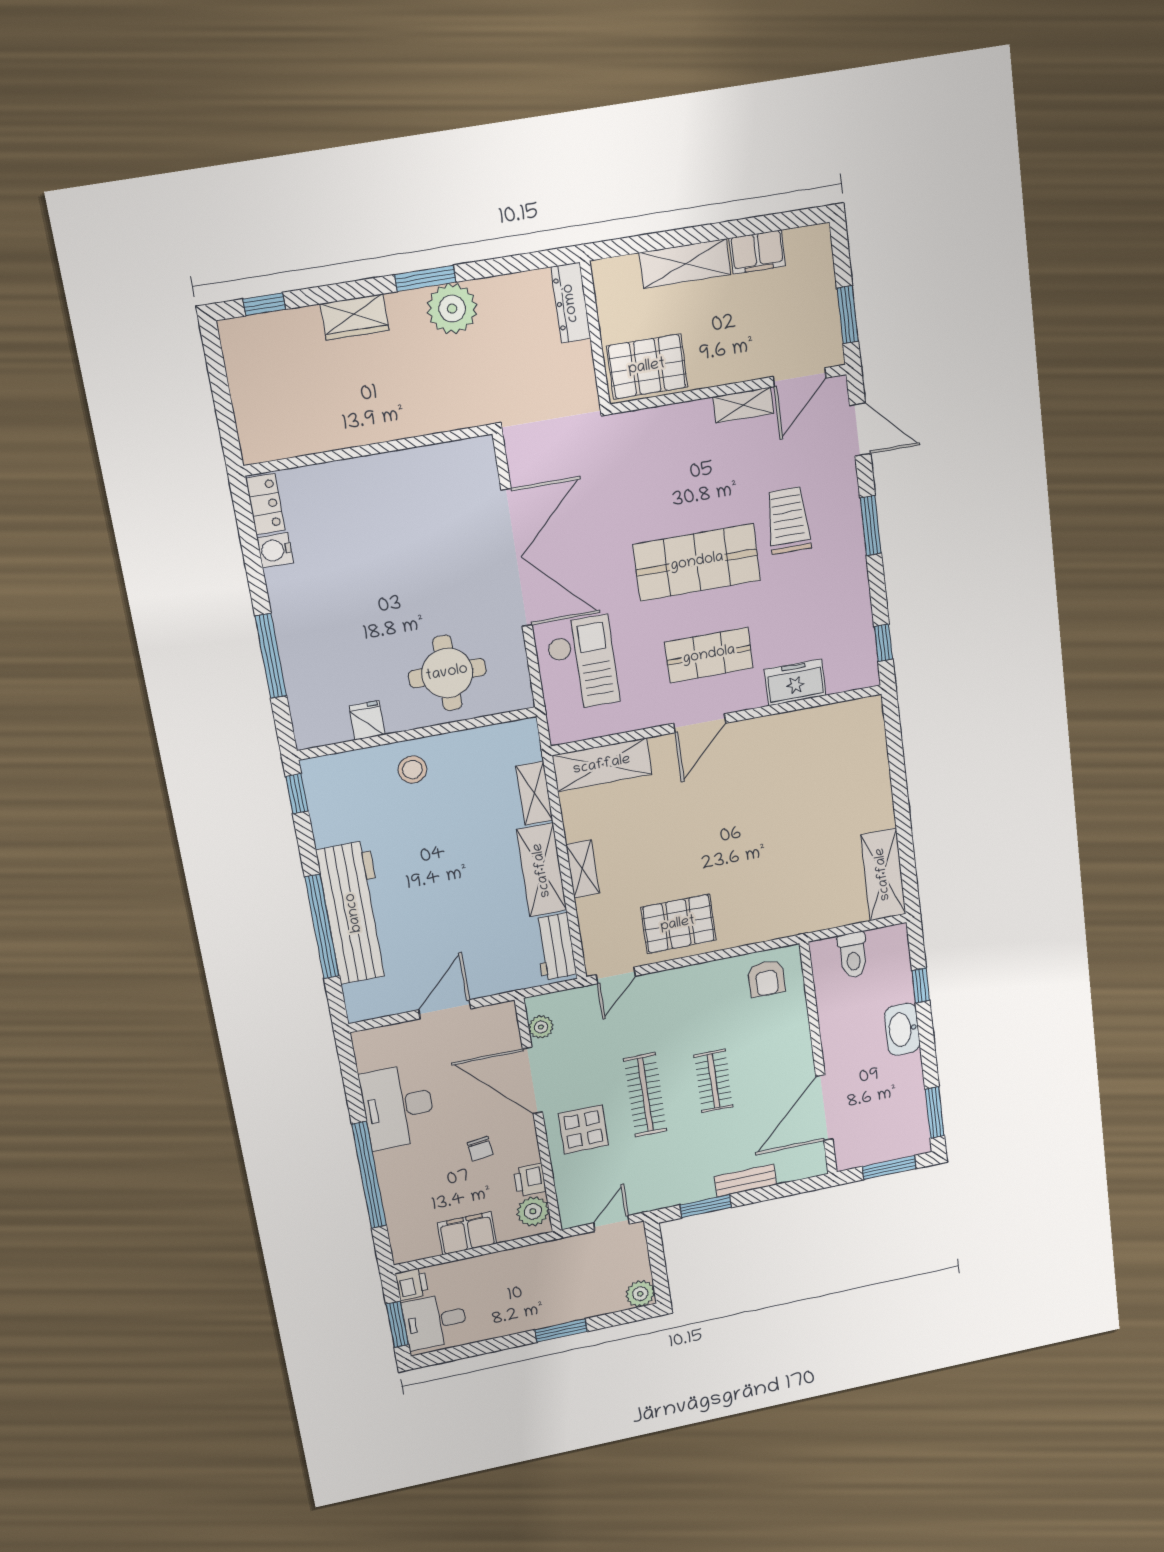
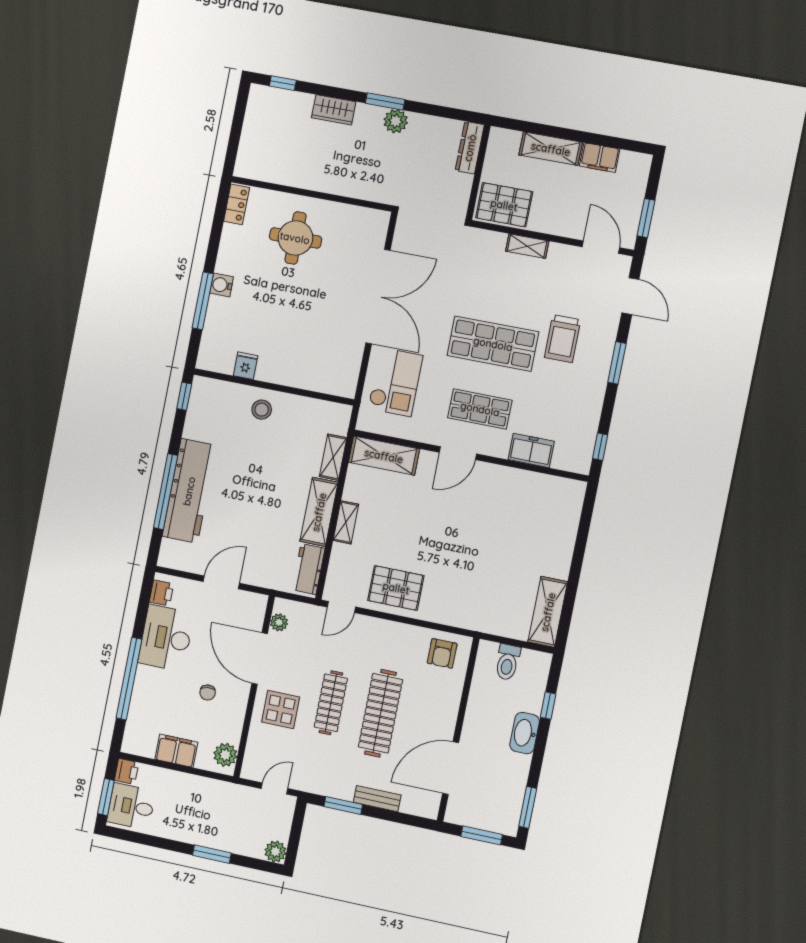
plant: (452, 309) -> (396, 121), width x0.73, depth x0.73
door: (799, 377) -> (601, 247), swing flipped
shelving: (743, 405) -> (527, 246), moved
trolley: (788, 520) -> (563, 339), turned 180
water cooler: (275, 550) -> (222, 285), moved
round table: (447, 673) -> (295, 238), moved
clothes rail: (713, 1081) -> (380, 713), width x1.86, depth x1.31
printer: (530, 1180) -> (161, 593), moved, turned 180

